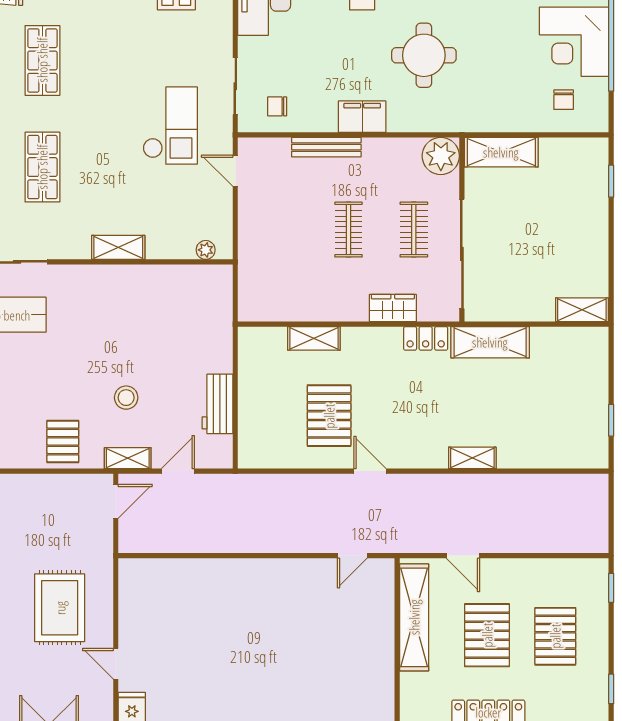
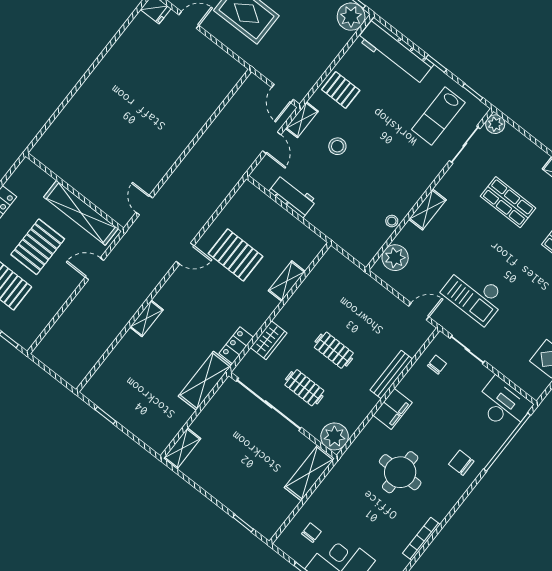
chair: (564, 100) -> (311, 533), turned 90
plant: (206, 250) -> (395, 258), width x1.88, depth x1.88
stool: (161, 276) -> (392, 221), added
pallet: (487, 635) -> (38, 247), turned 90

